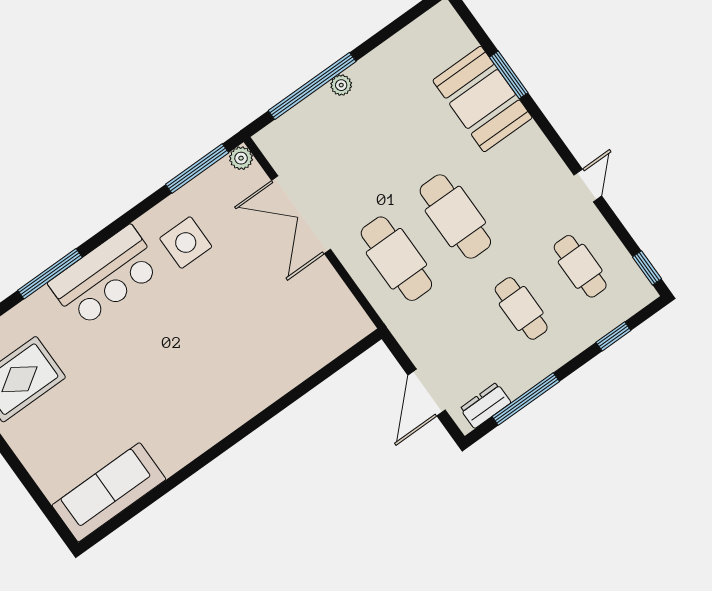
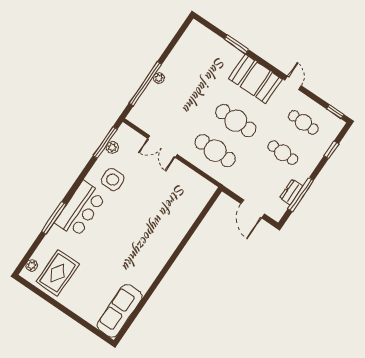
booth: (482, 99) -> (255, 79), moved
plant: (241, 158) -> (112, 147), moved
double door: (301, 215) -> (162, 146), width x0.73
dresser: (485, 405) -> (291, 192), moved

